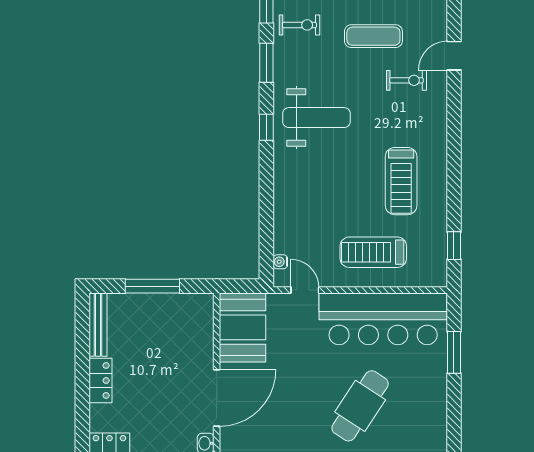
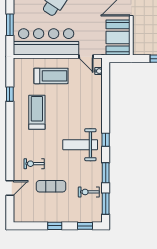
door: (454, 56) -> (10, 188), moved
window: (454, 246) -> (10, 94), moved

